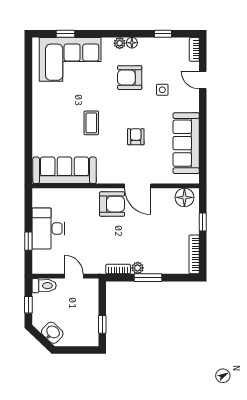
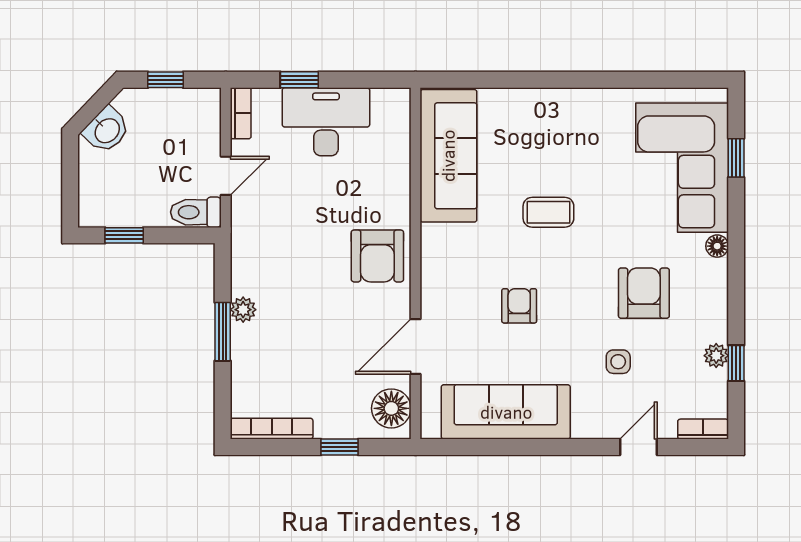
plant: (120, 43) -> (716, 356), moved
floor lamp: (132, 43) -> (717, 246), moved
armchair: (136, 137) -> (519, 306), turned -90
door: (138, 186) -> (416, 346), moved
bookcase: (118, 269) -> (241, 113), moved
toilet: (44, 286) -> (196, 212), moved, turned 90

